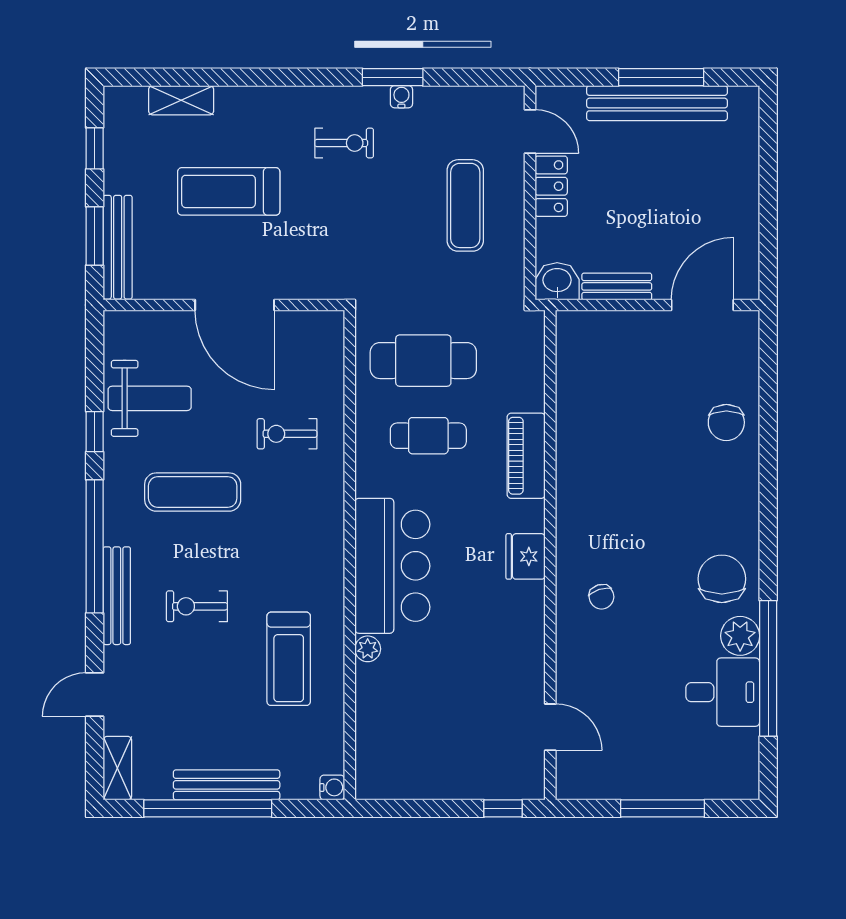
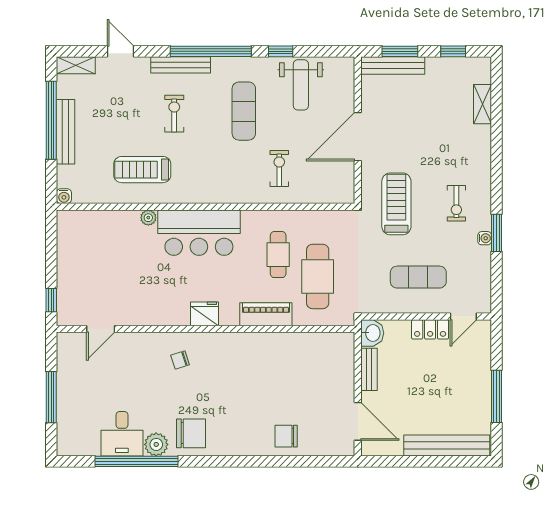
bench: (657, 103) -> (447, 446), moved, turned 90
treadmill: (229, 191) -> (396, 204), moved
cafe table: (423, 361) -> (318, 276), moved

